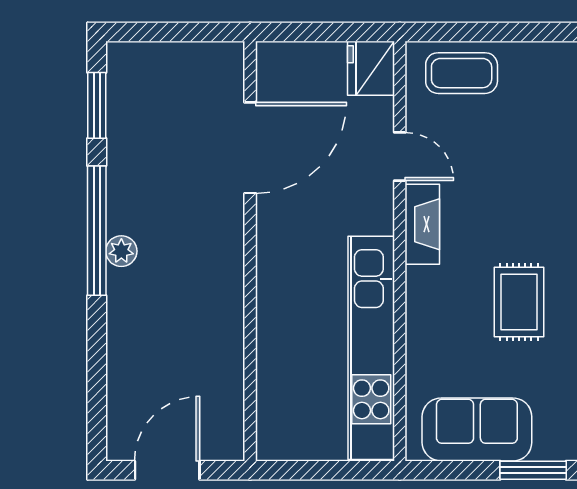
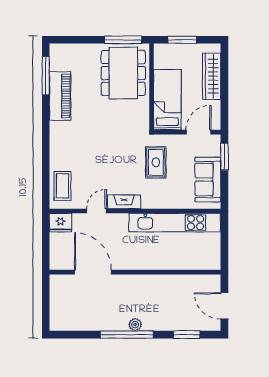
window: (97, 105) -> (187, 335), moved
rug: (519, 302) -> (156, 162), turned 90

